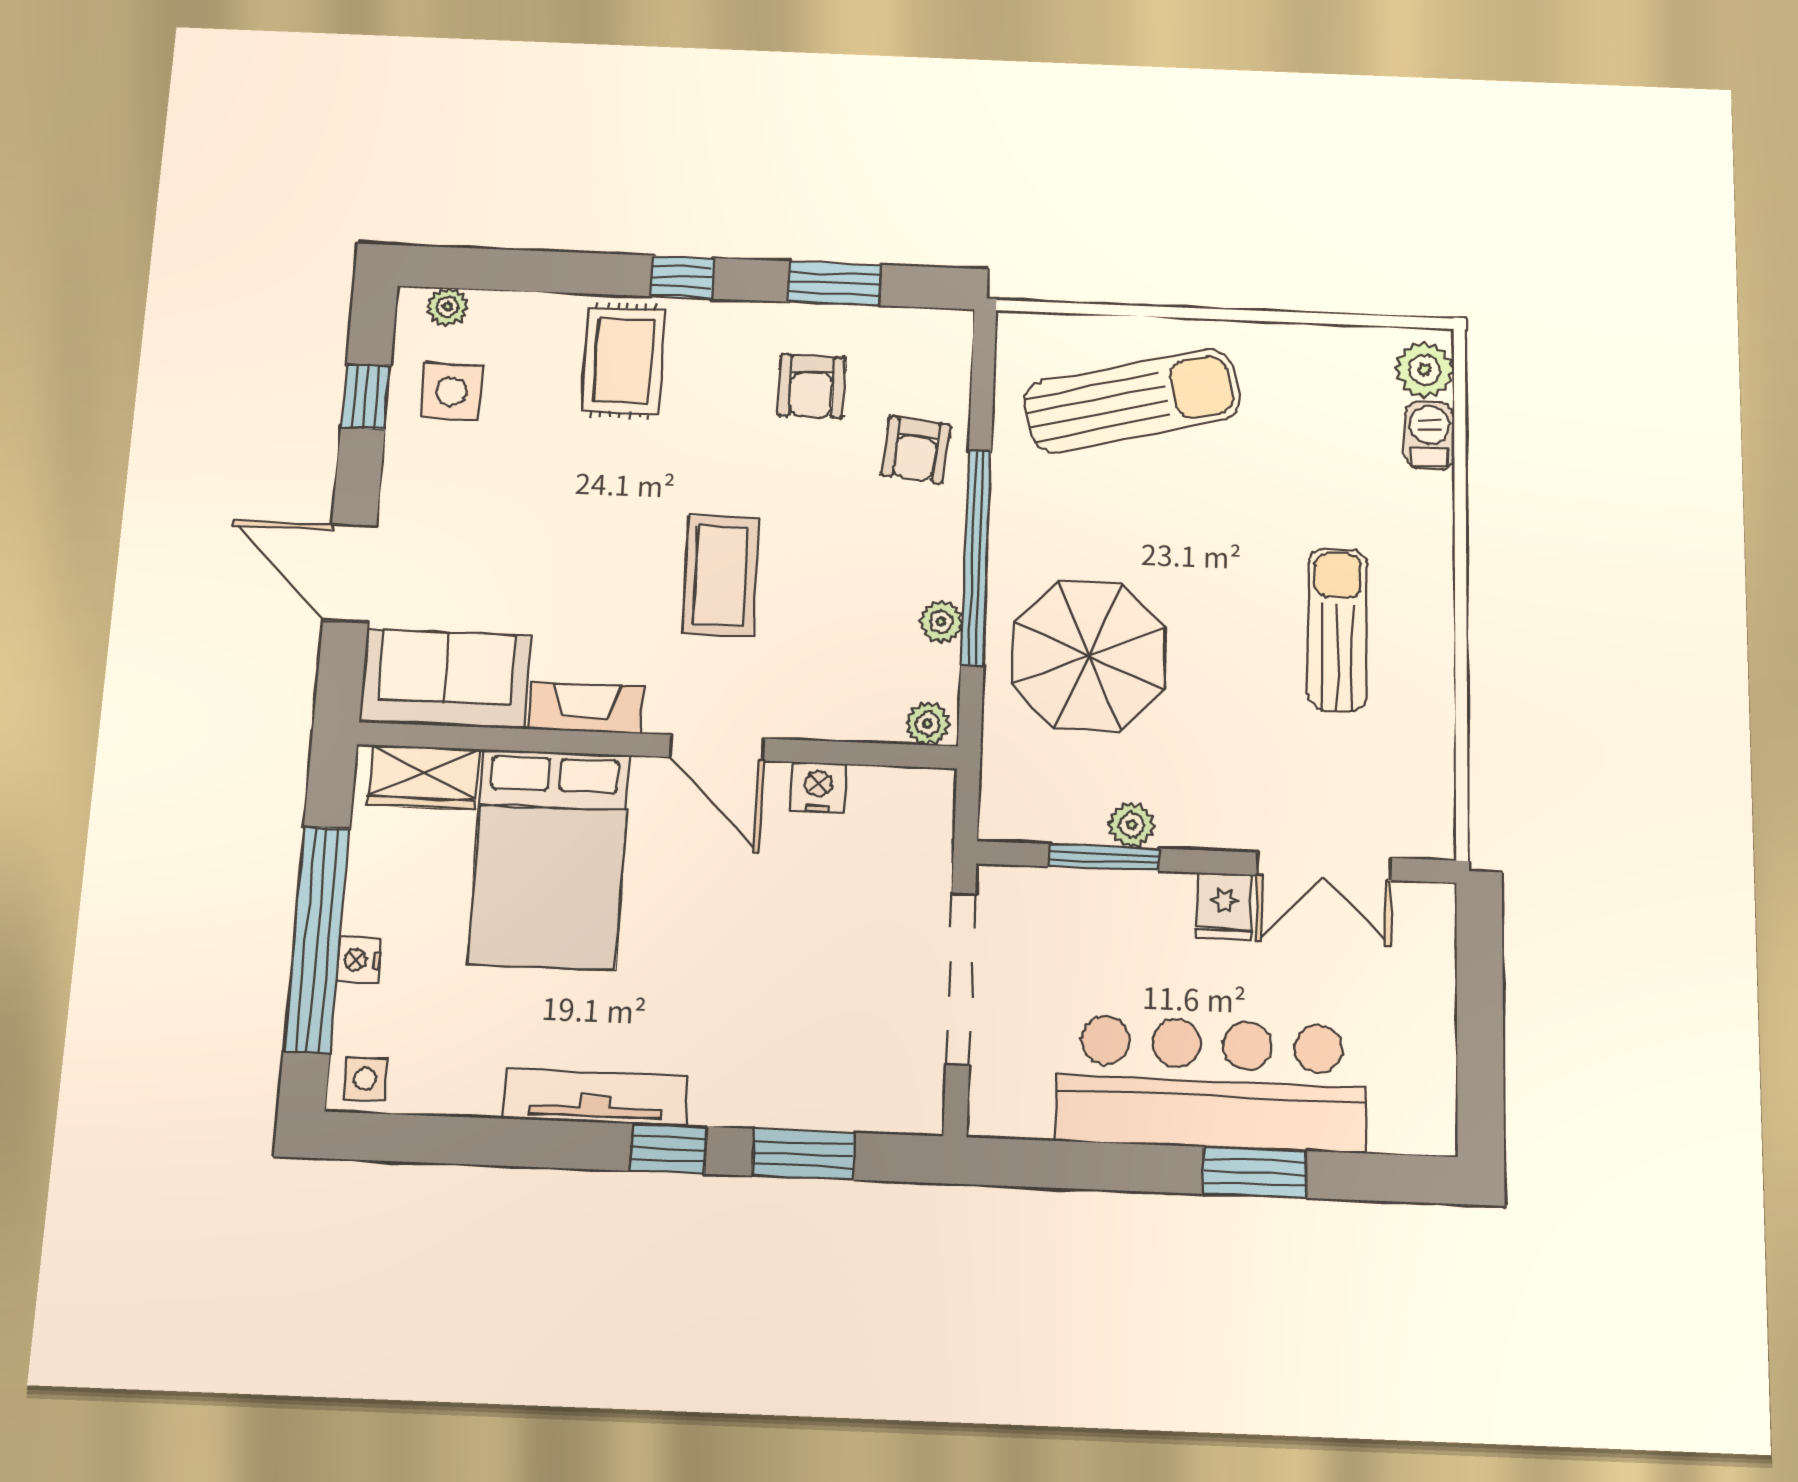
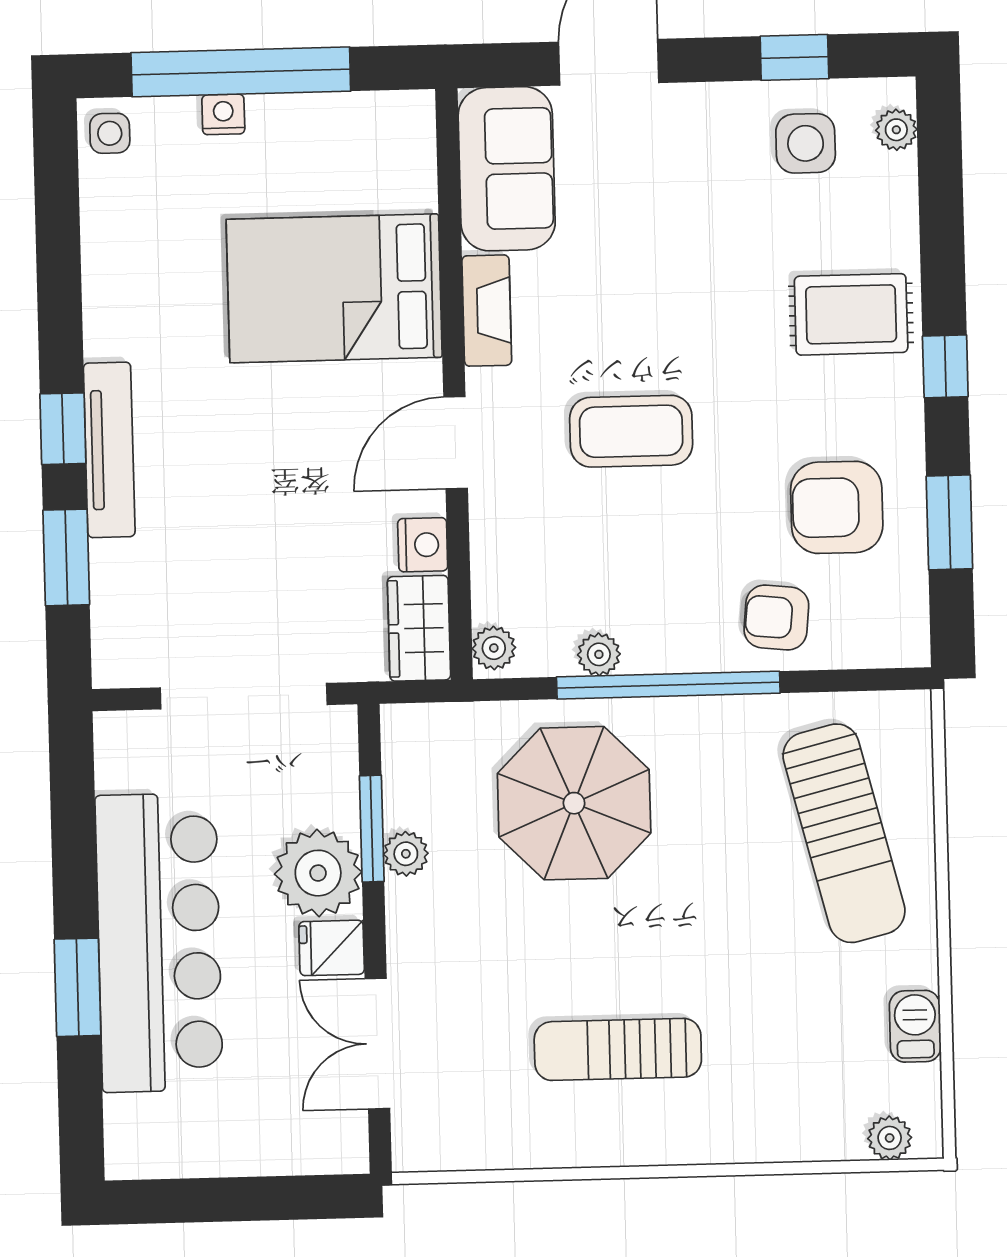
plant: (1424, 370) -> (890, 1138), width x0.73, depth x0.73
armchair: (812, 386) -> (837, 507), width x1.38, depth x1.38
barbecue: (1430, 435) -> (915, 1026), moved, turned -90
sun lounger: (1337, 629) -> (618, 1049), turned 180
wardrobe: (424, 777) -> (419, 628), moved
plant: (1147, 915) -> (318, 873), added
tv unit: (596, 1097) -> (109, 450), moved

